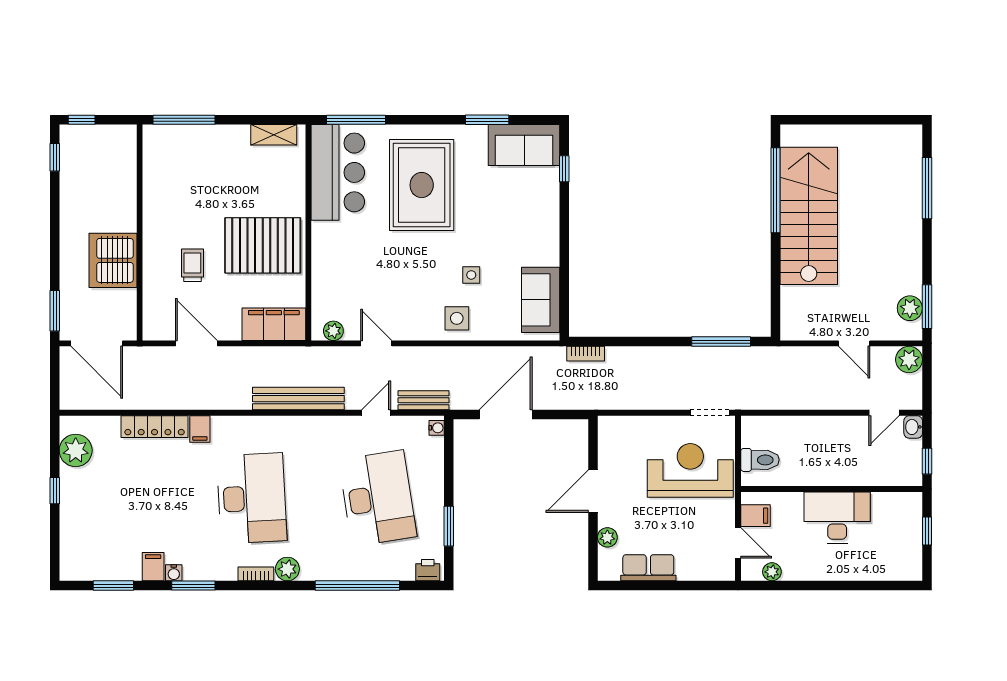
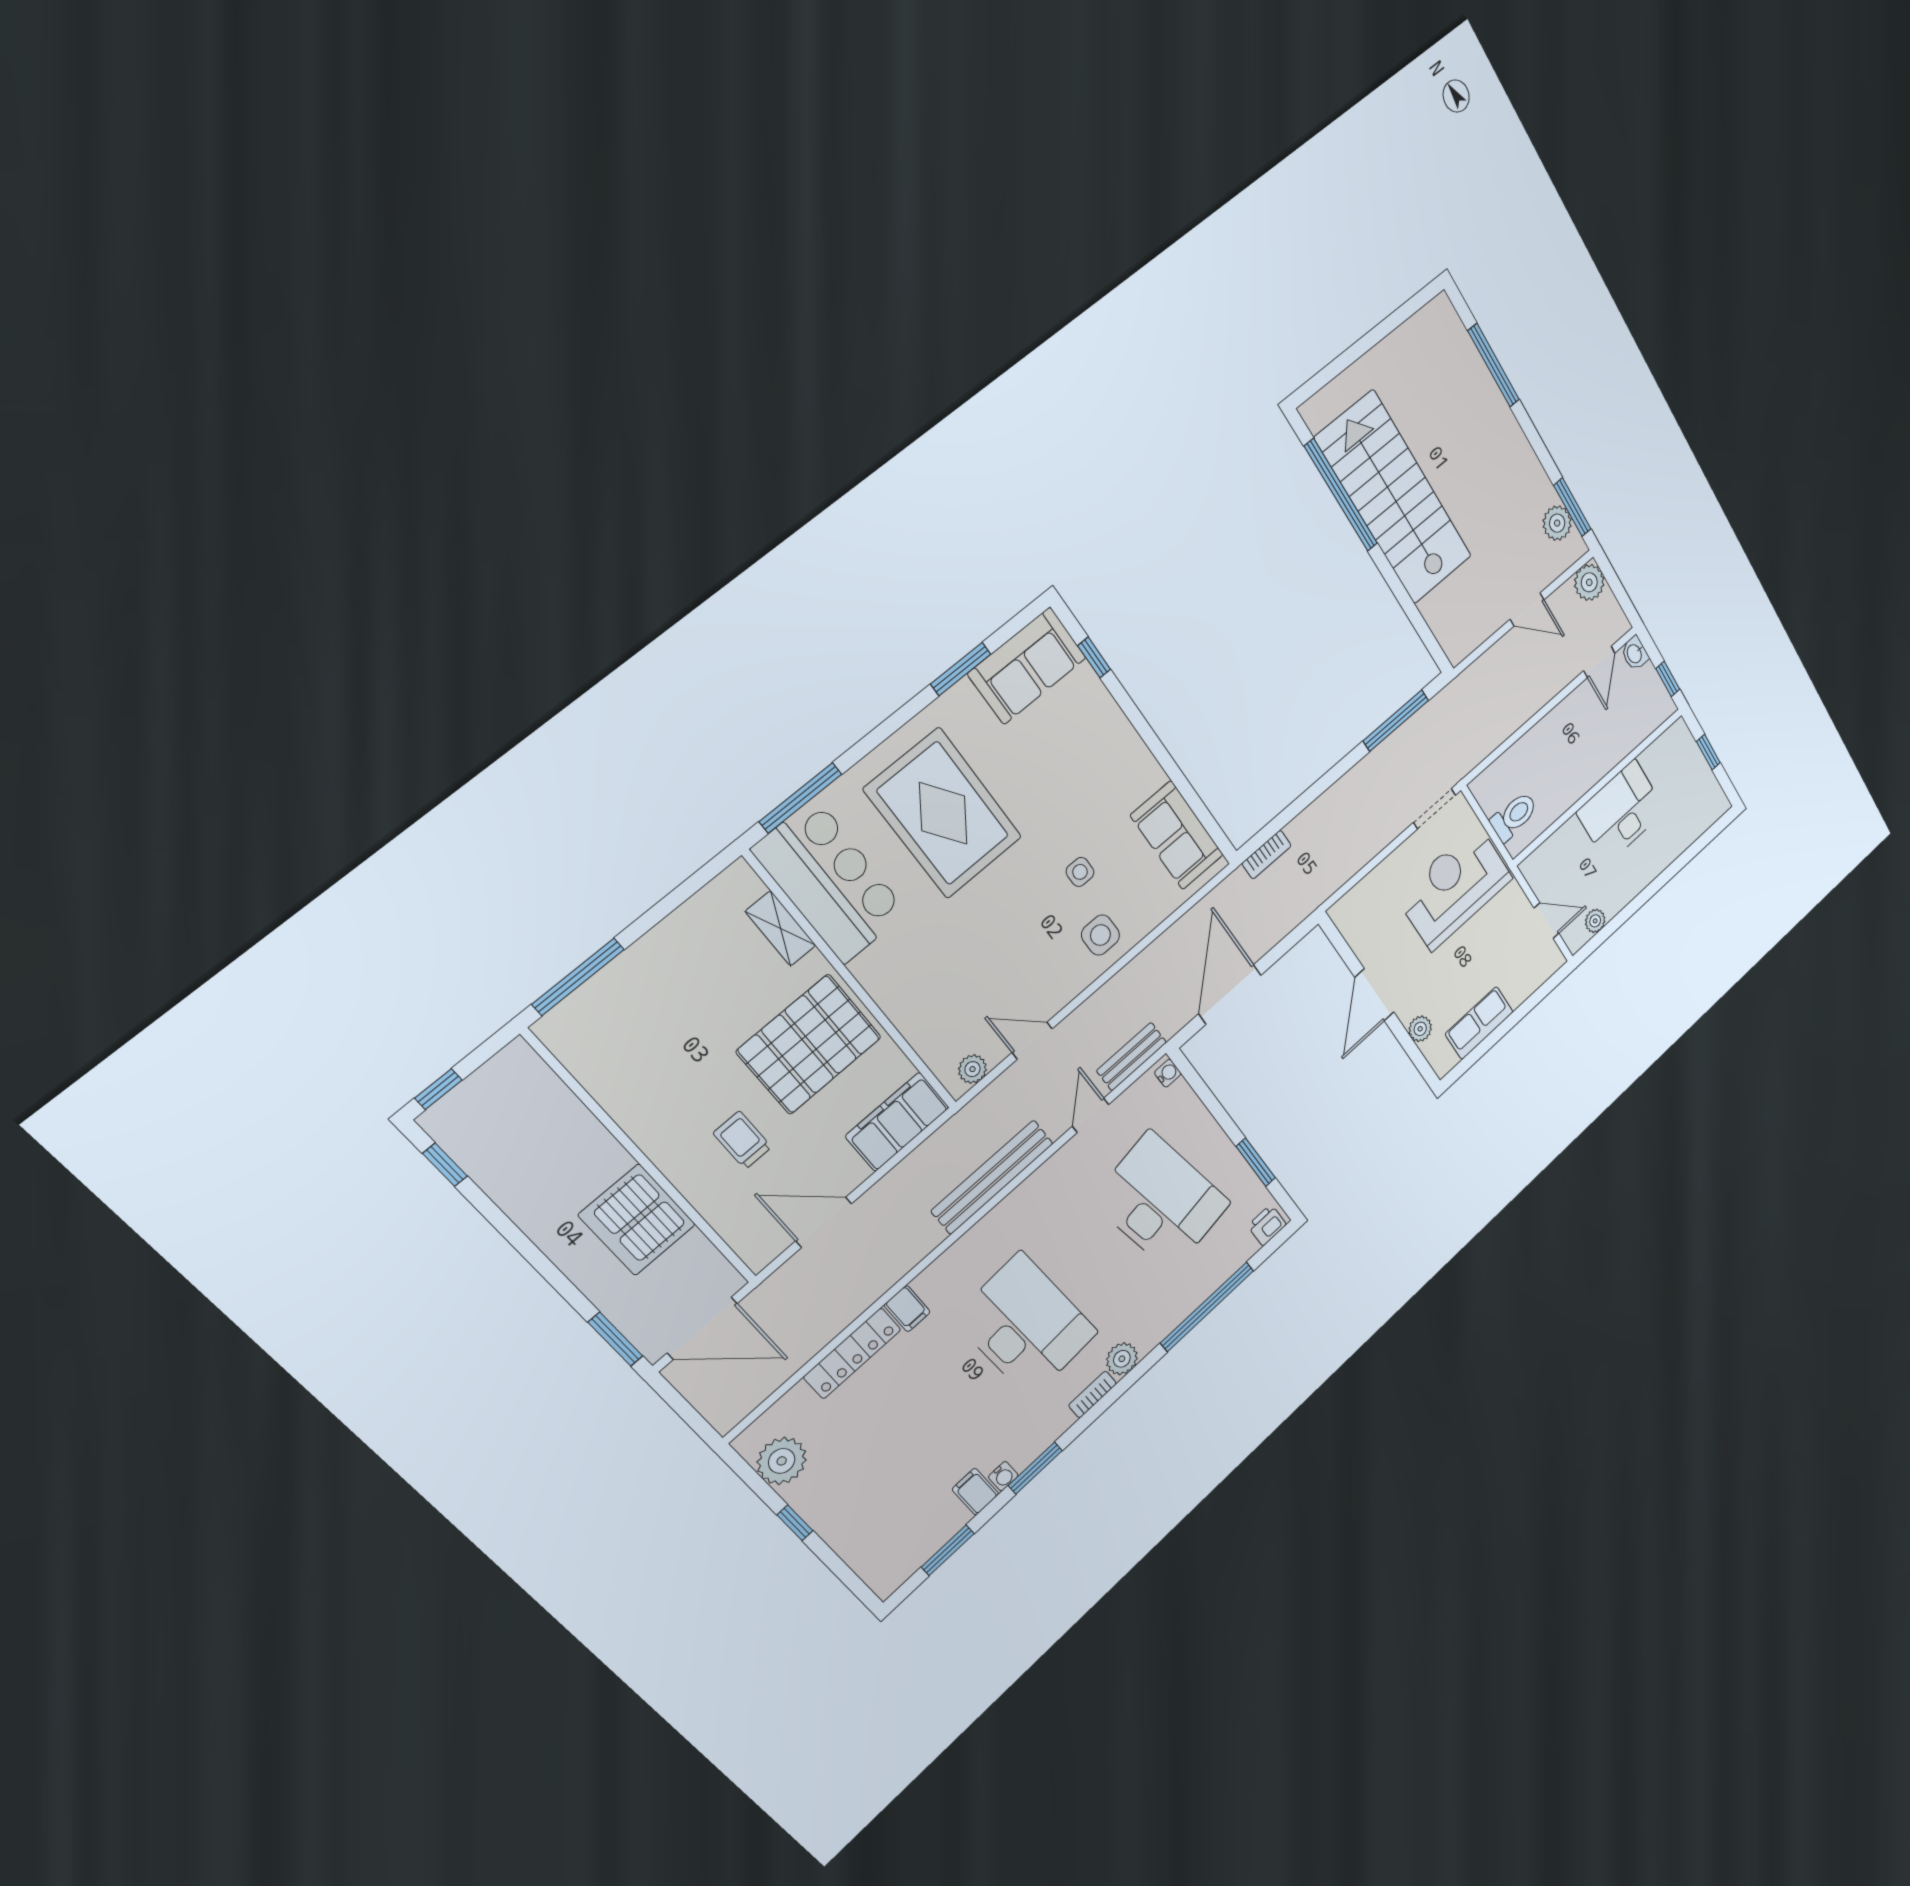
shelving: (274, 135) -> (781, 928), moved, turned 90
filing cabinet: (755, 516) -> (1545, 878), removed

